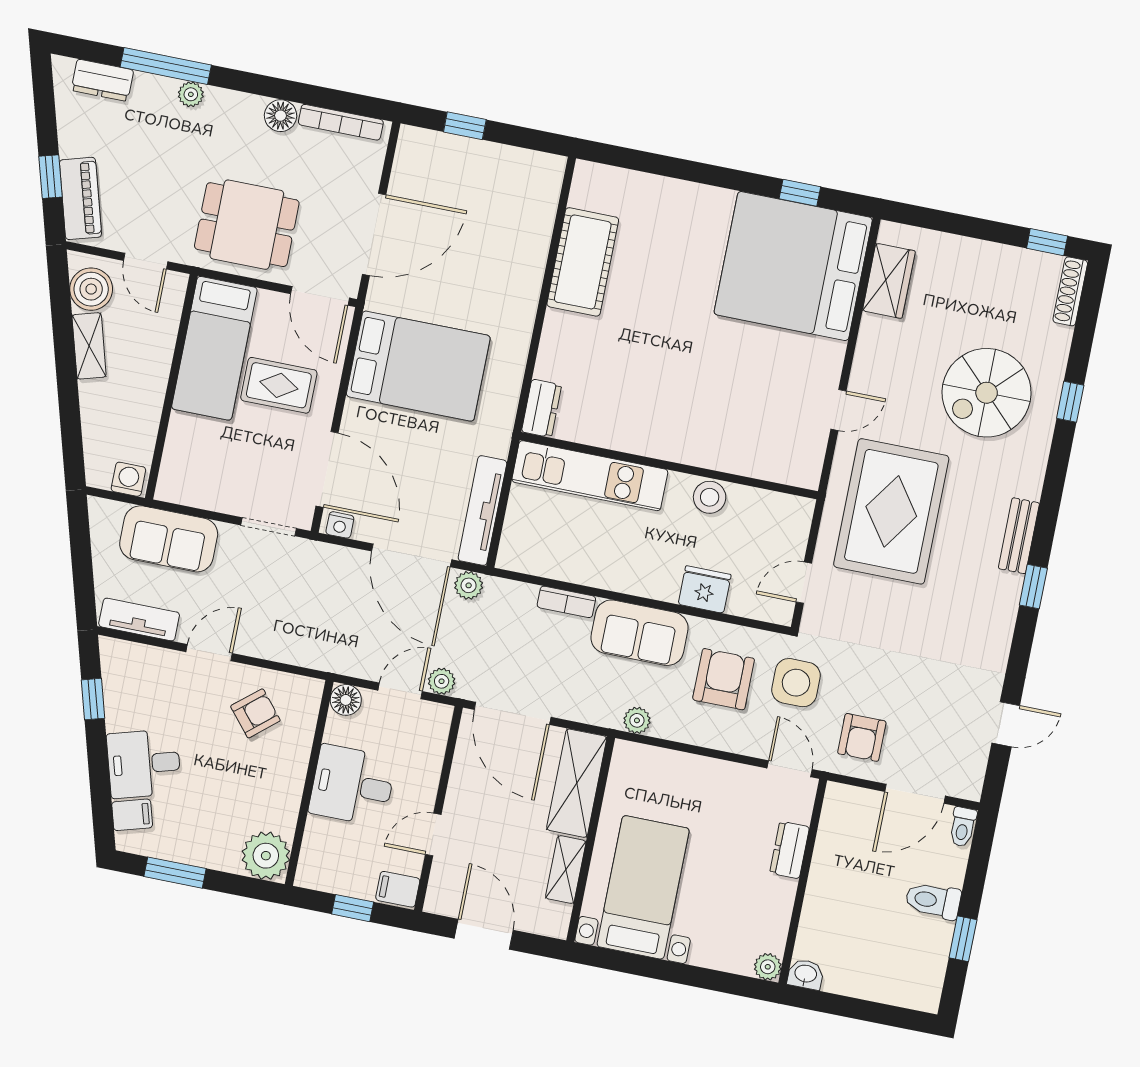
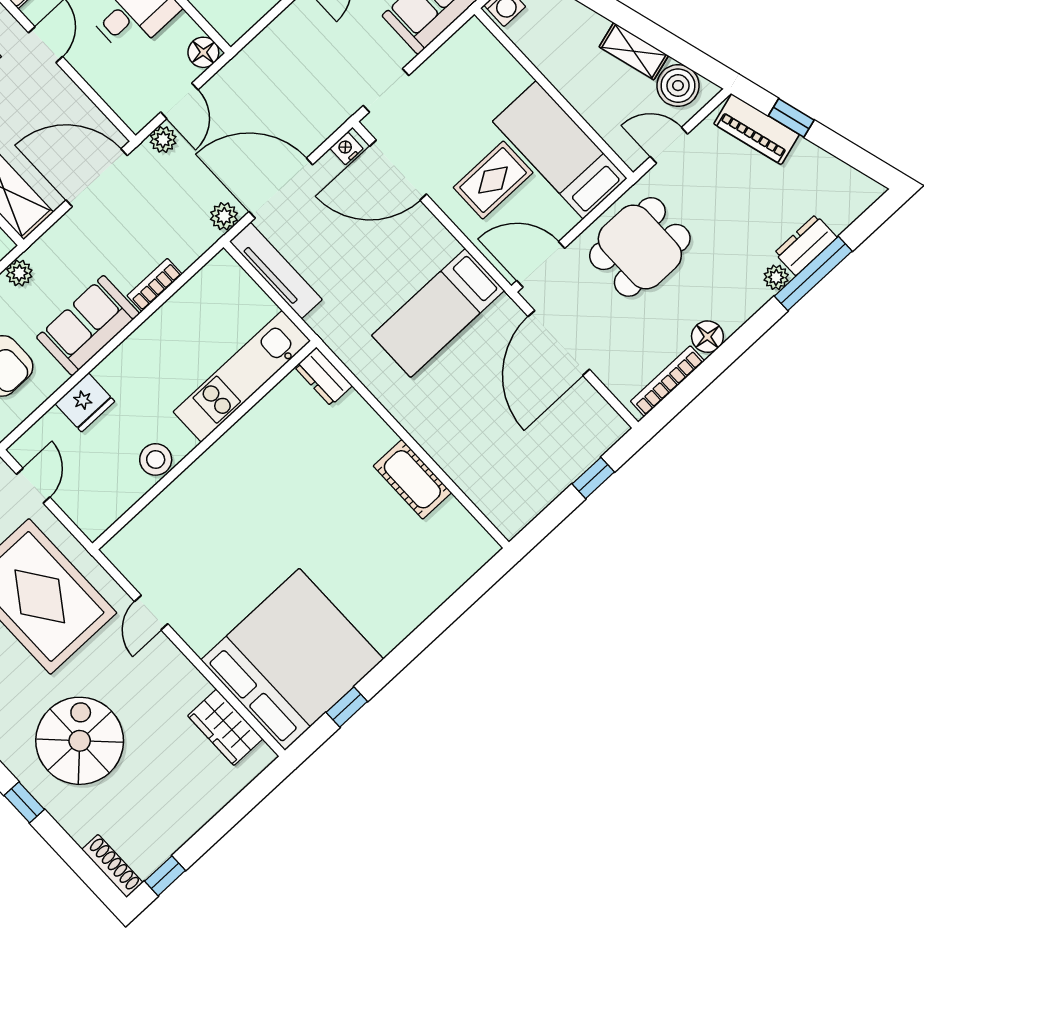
dresser: (102, 80) -> (806, 245), moved
cot: (583, 262) -> (412, 479), width x0.73, depth x0.75
bed: (418, 366) -> (438, 313), width x0.67

